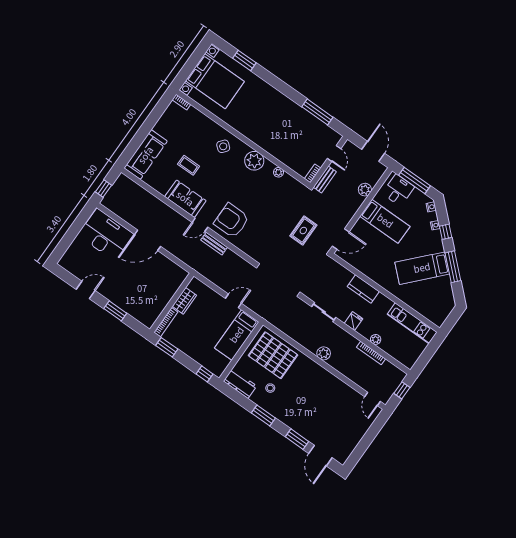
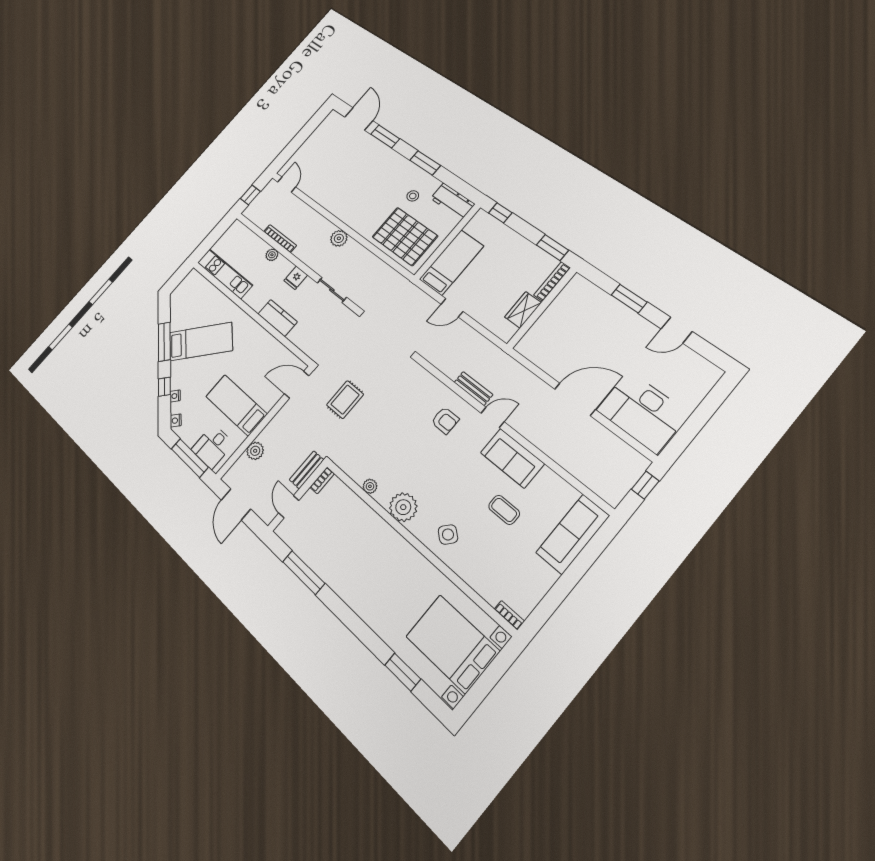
armchair: (232, 221) -> (445, 420), width x0.53, depth x0.53

